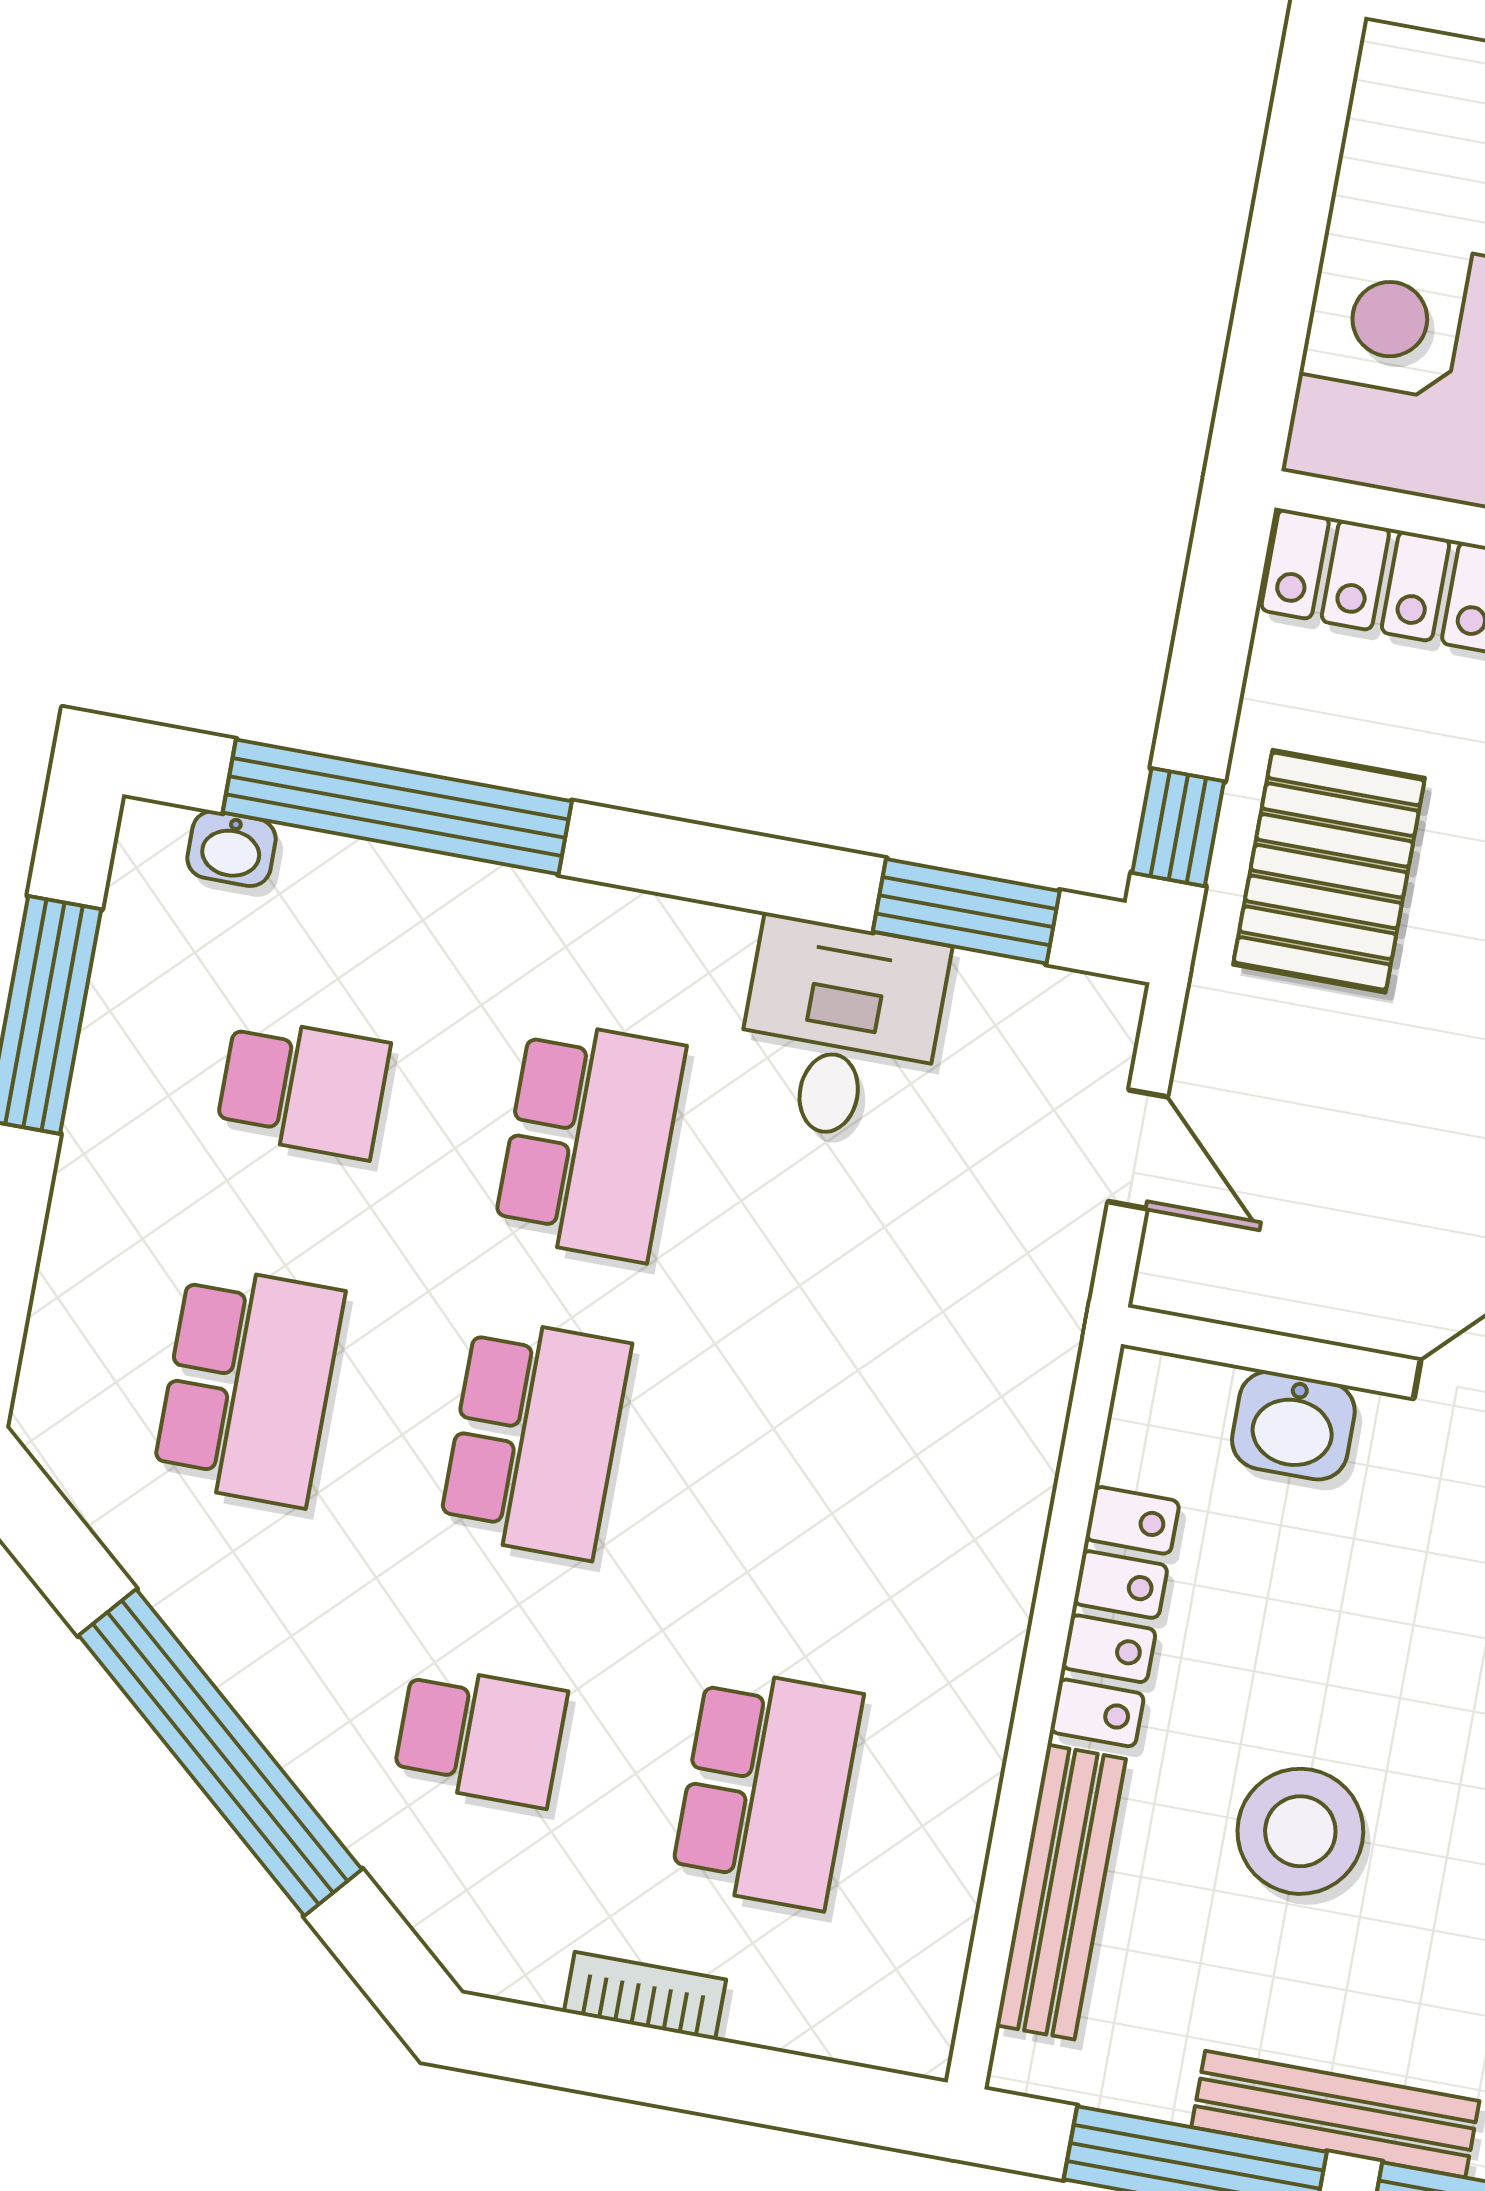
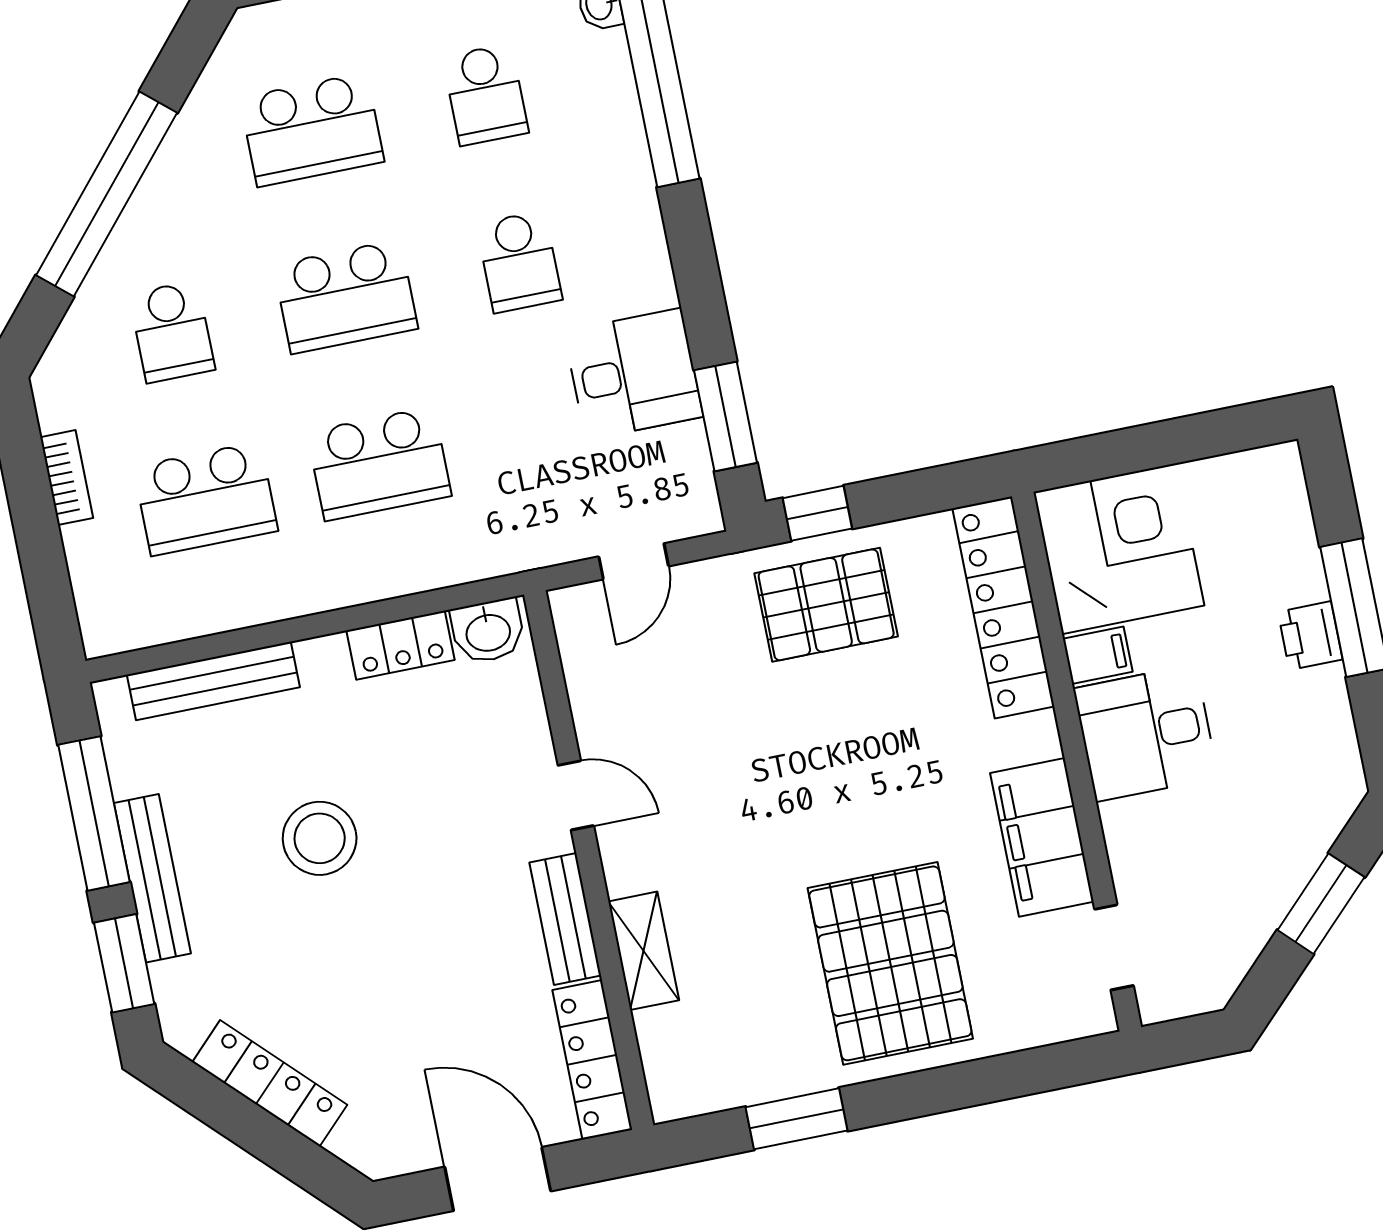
school desk: (590, 1140) -> (519, 262), width x0.54
washbasin: (1293, 1426) -> (488, 631), moved, turned -90
school desk: (821, 1491) -> (379, 464), added
locker: (1115, 1617) -> (401, 645), width x0.66
stool: (1300, 1831) -> (320, 838), moved

